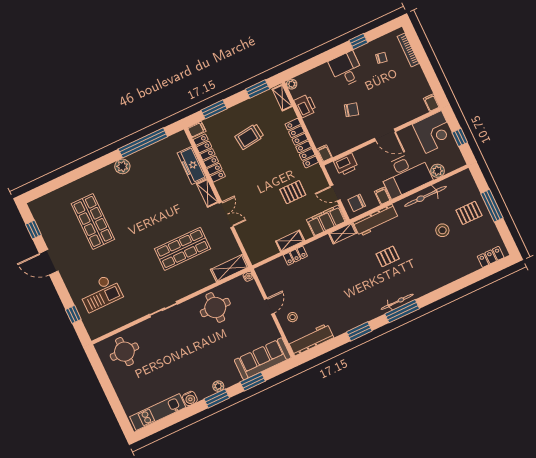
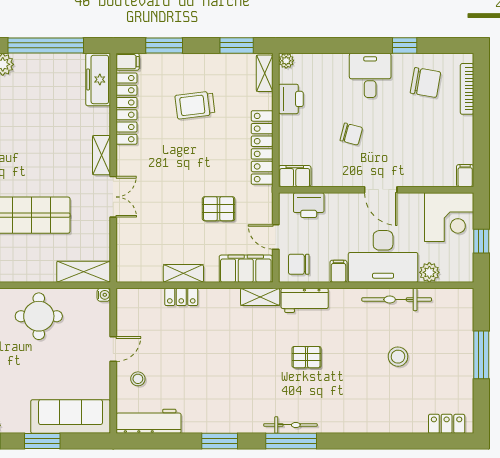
chair: (381, 58) -> (425, 83), width x1.87, depth x1.87
filing cabinet: (325, 153) -> (295, 176), width x2.00
freezer: (192, 165) -> (98, 79), moved
pallet: (469, 213) -> (445, 350), removed
workbench: (376, 220) -> (305, 300), width x0.73

